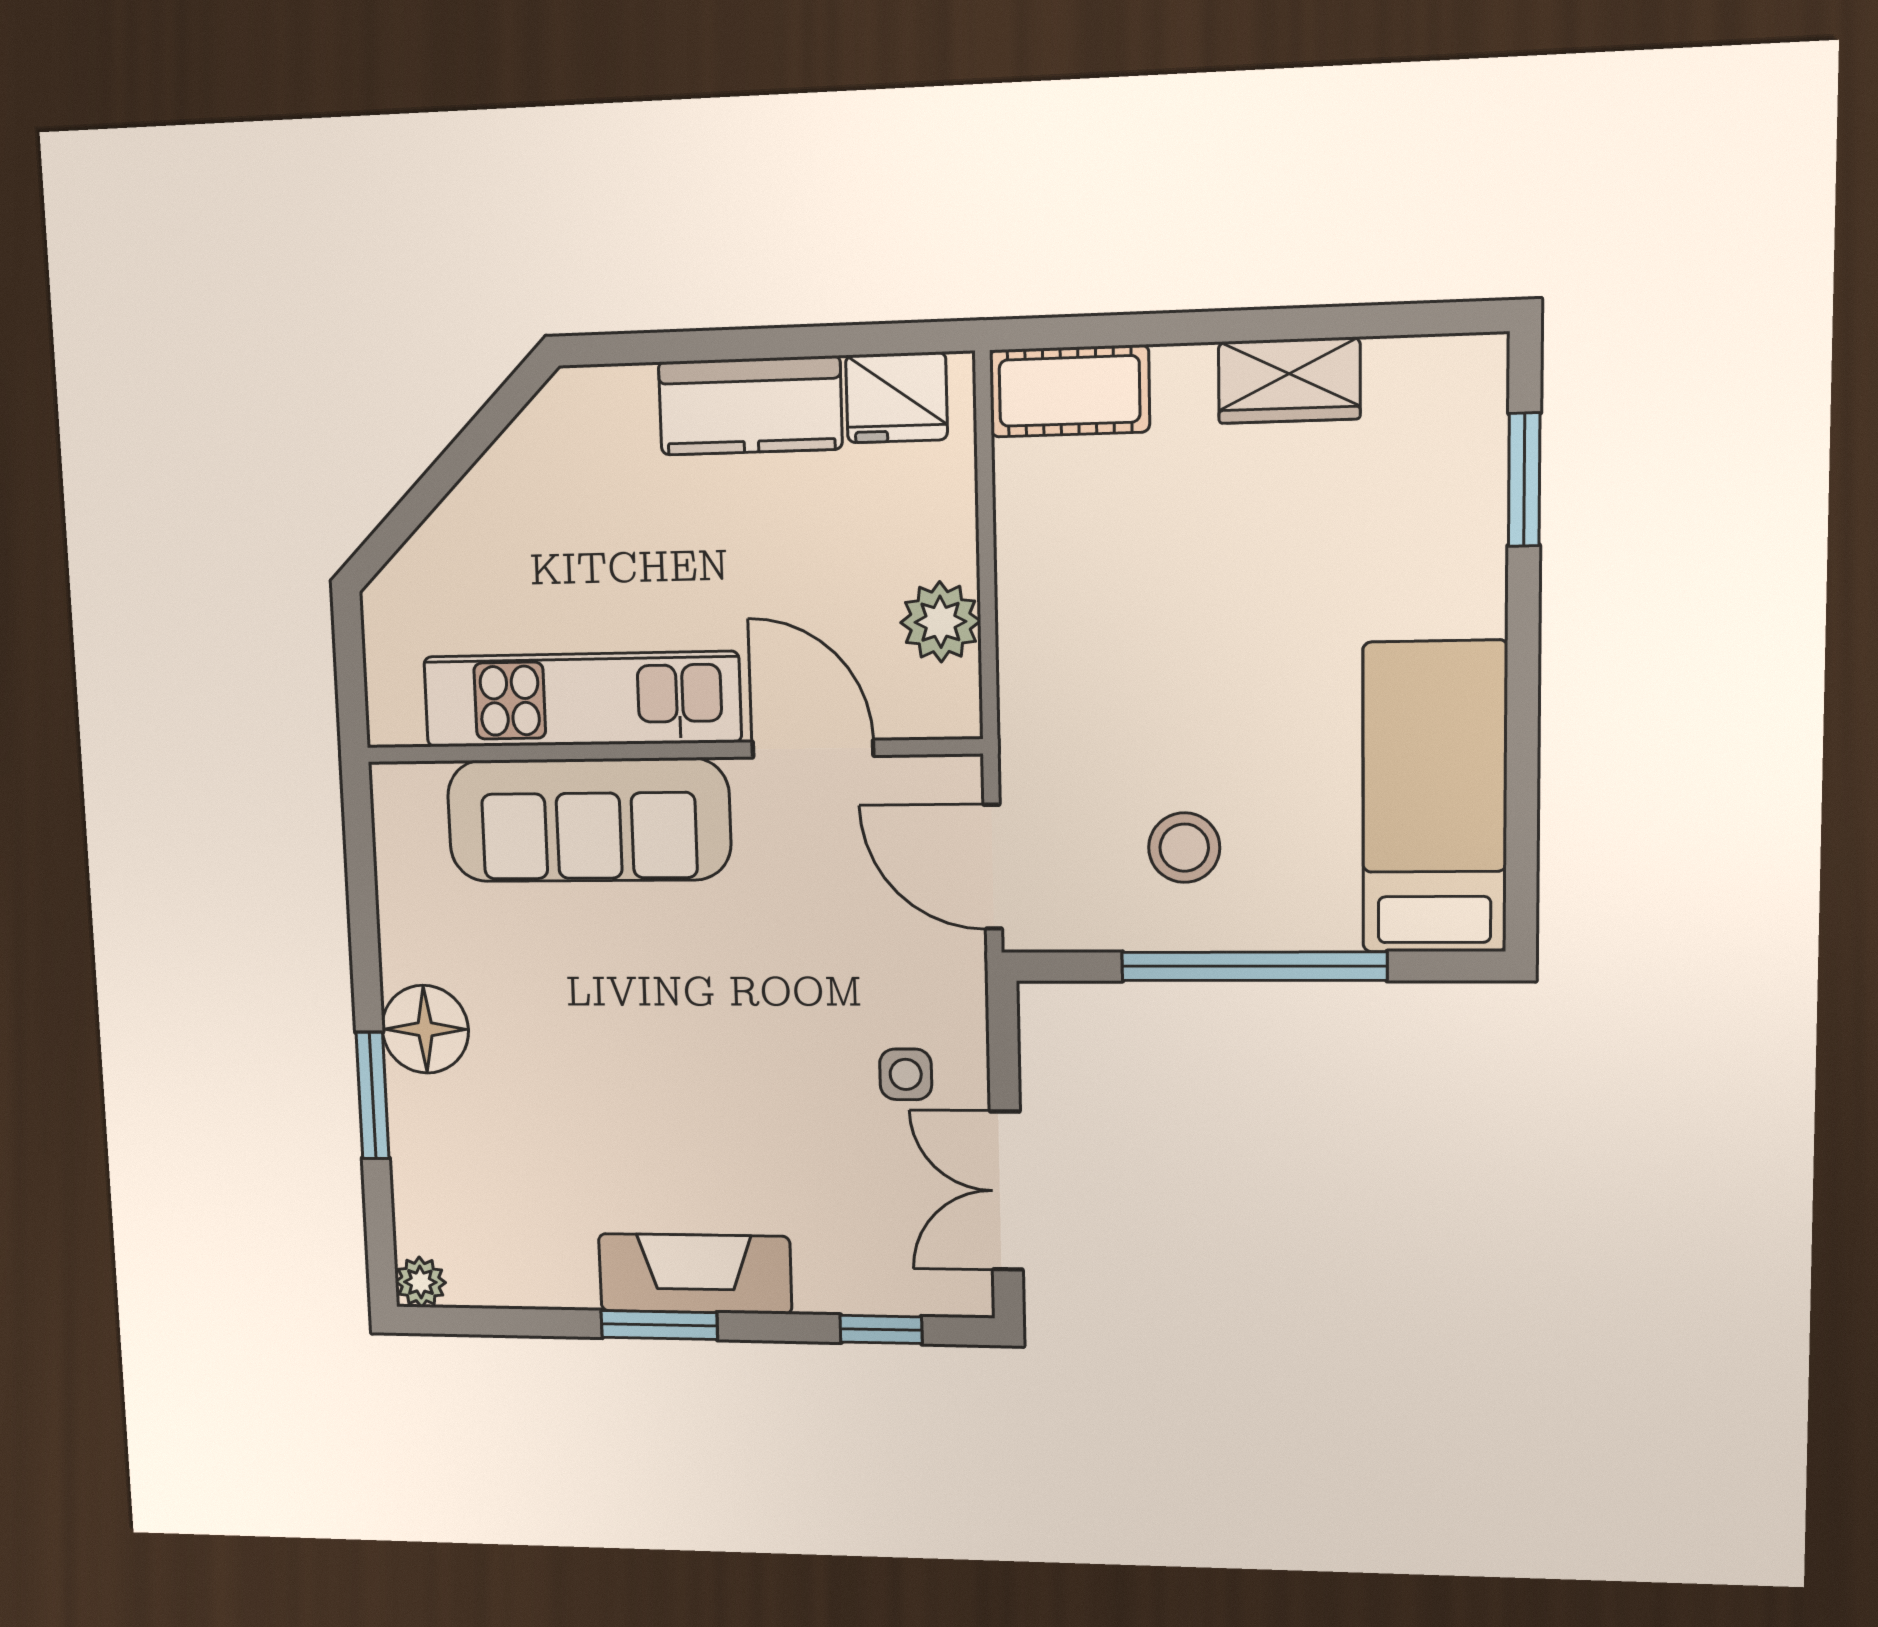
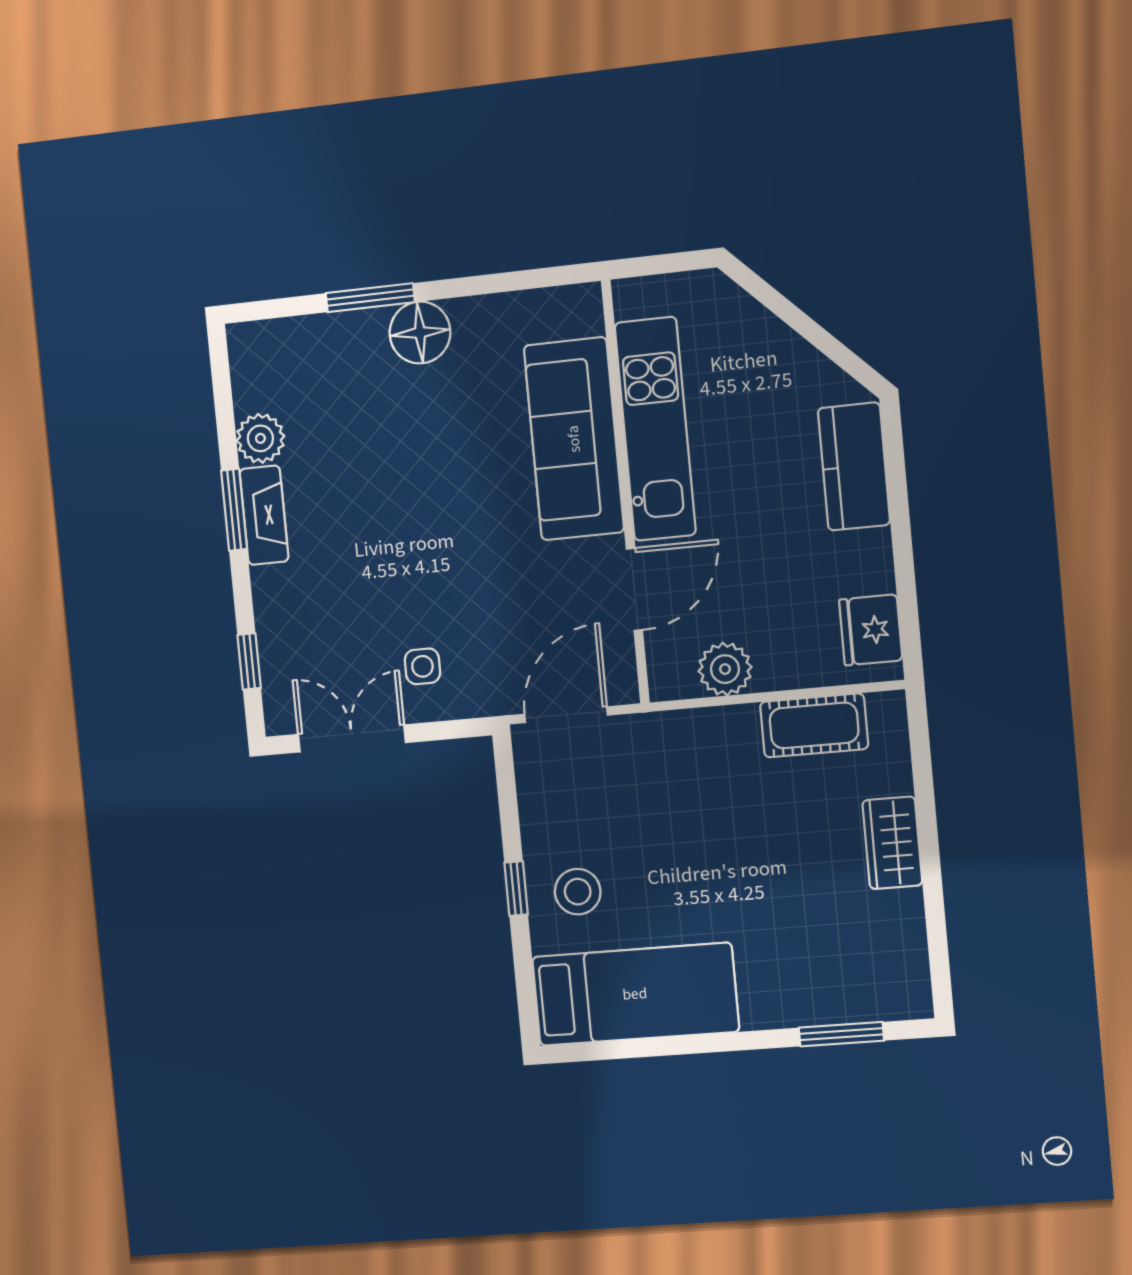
wardrobe: (1289, 380) -> (892, 843), moved
cot: (1069, 391) -> (814, 725), moved, turned 90
kitchen counter: (750, 406) -> (854, 466), moved
stool: (1184, 848) -> (578, 892), moved
window: (1254, 966) -> (516, 888), width x0.32
fireplace: (695, 1274) -> (264, 515), width x0.73, depth x0.76
plant: (420, 1282) -> (260, 438), moved, width x1.38, depth x1.38

